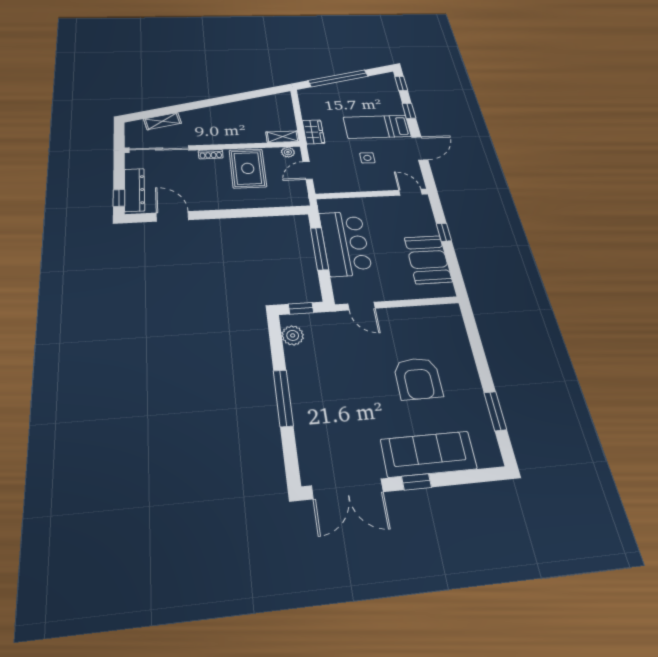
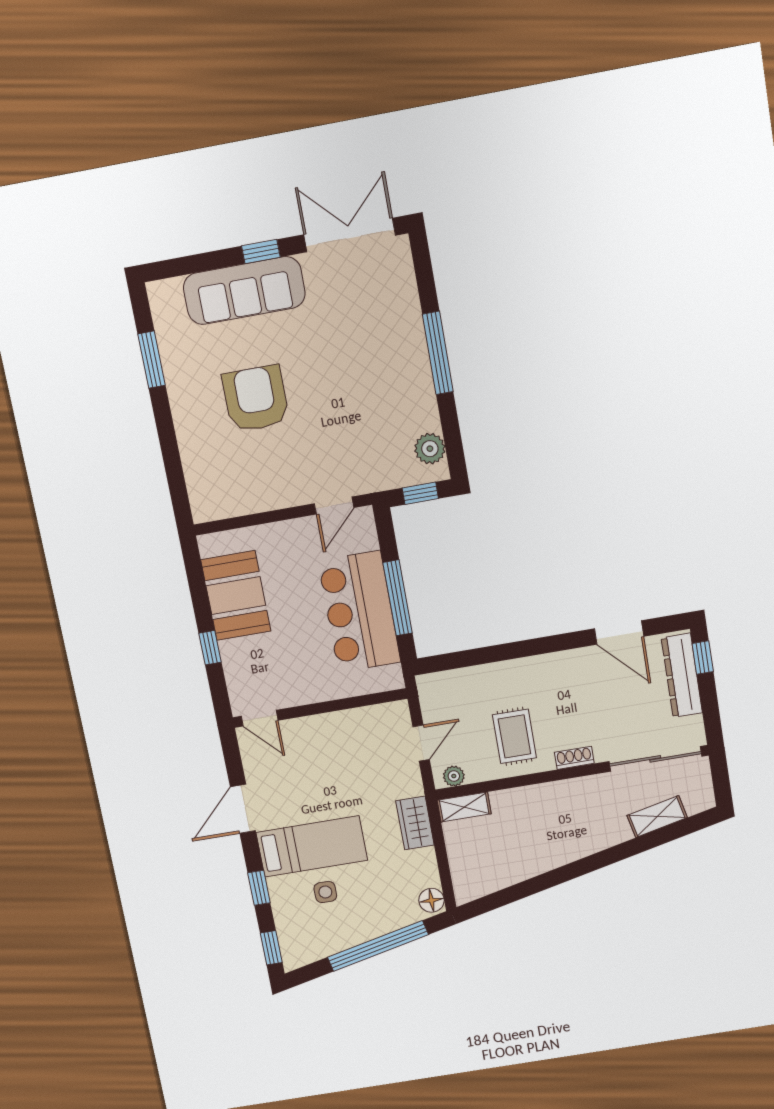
floor lamp: (305, 95) -> (431, 900), added
side table: (367, 158) -> (325, 892), moved
rug: (248, 168) -> (514, 736), width x0.73, depth x0.70
door: (362, 306) -> (334, 506), swing flipped

